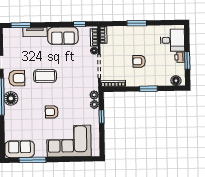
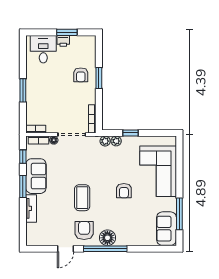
window: (21, 25) -> (23, 187), moved
armchair: (139, 61) -> (81, 75), moved
floor lamp: (176, 81) -> (90, 46), removed

